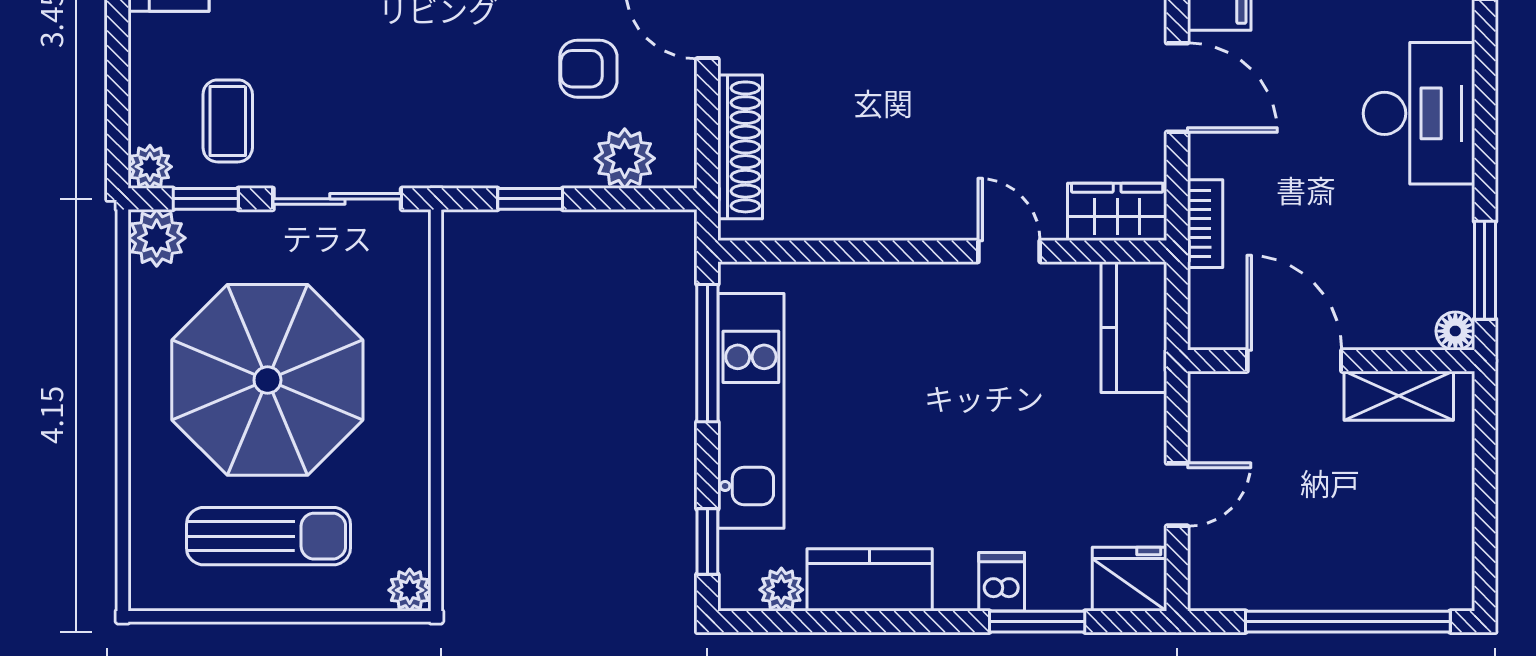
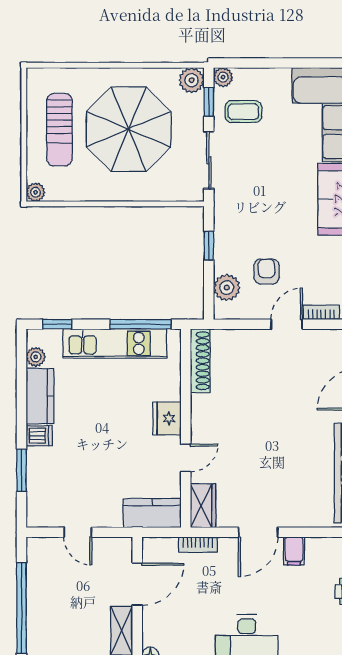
shoe rack: (740, 147) -> (200, 361), moved, turned -90
fridge: (1130, 579) -> (167, 418), moved, turned 180
dishwasher: (1002, 582) -> (39, 436), moved

